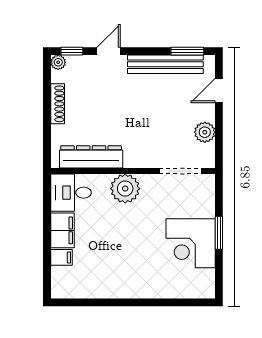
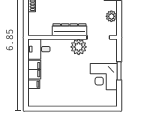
dresser: (91, 157) -> (69, 30), moved
plant: (125, 189) -> (79, 47), moved

